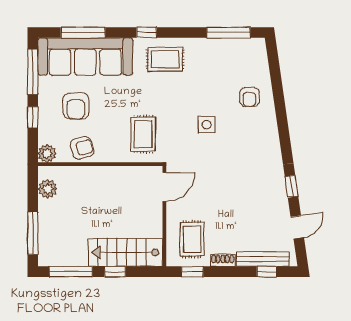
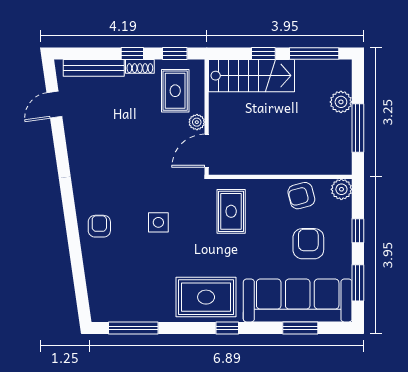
window: (83, 33) -> (300, 328), width x0.69
rug: (165, 59) -> (206, 297), width x1.36, depth x1.43
window: (33, 72) -> (358, 283), width x0.69
armchair: (249, 97) -> (99, 226), moved
window: (291, 186) -> (61, 151), removed
plant: (48, 189) -> (341, 102), moved
plant: (173, 212) -> (197, 122), added
window: (33, 233) -> (358, 128), moved
window: (267, 272) -> (132, 53), moved

